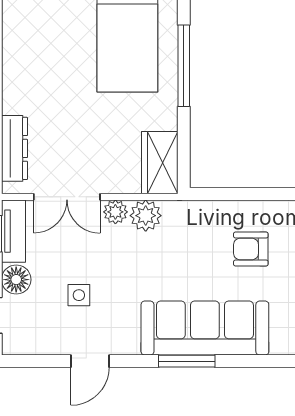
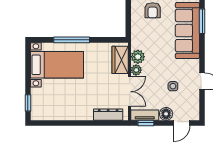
wardrobe: (160, 163) -> (120, 60), moved, turned 90
window: (187, 361) -> (202, 21), moved

